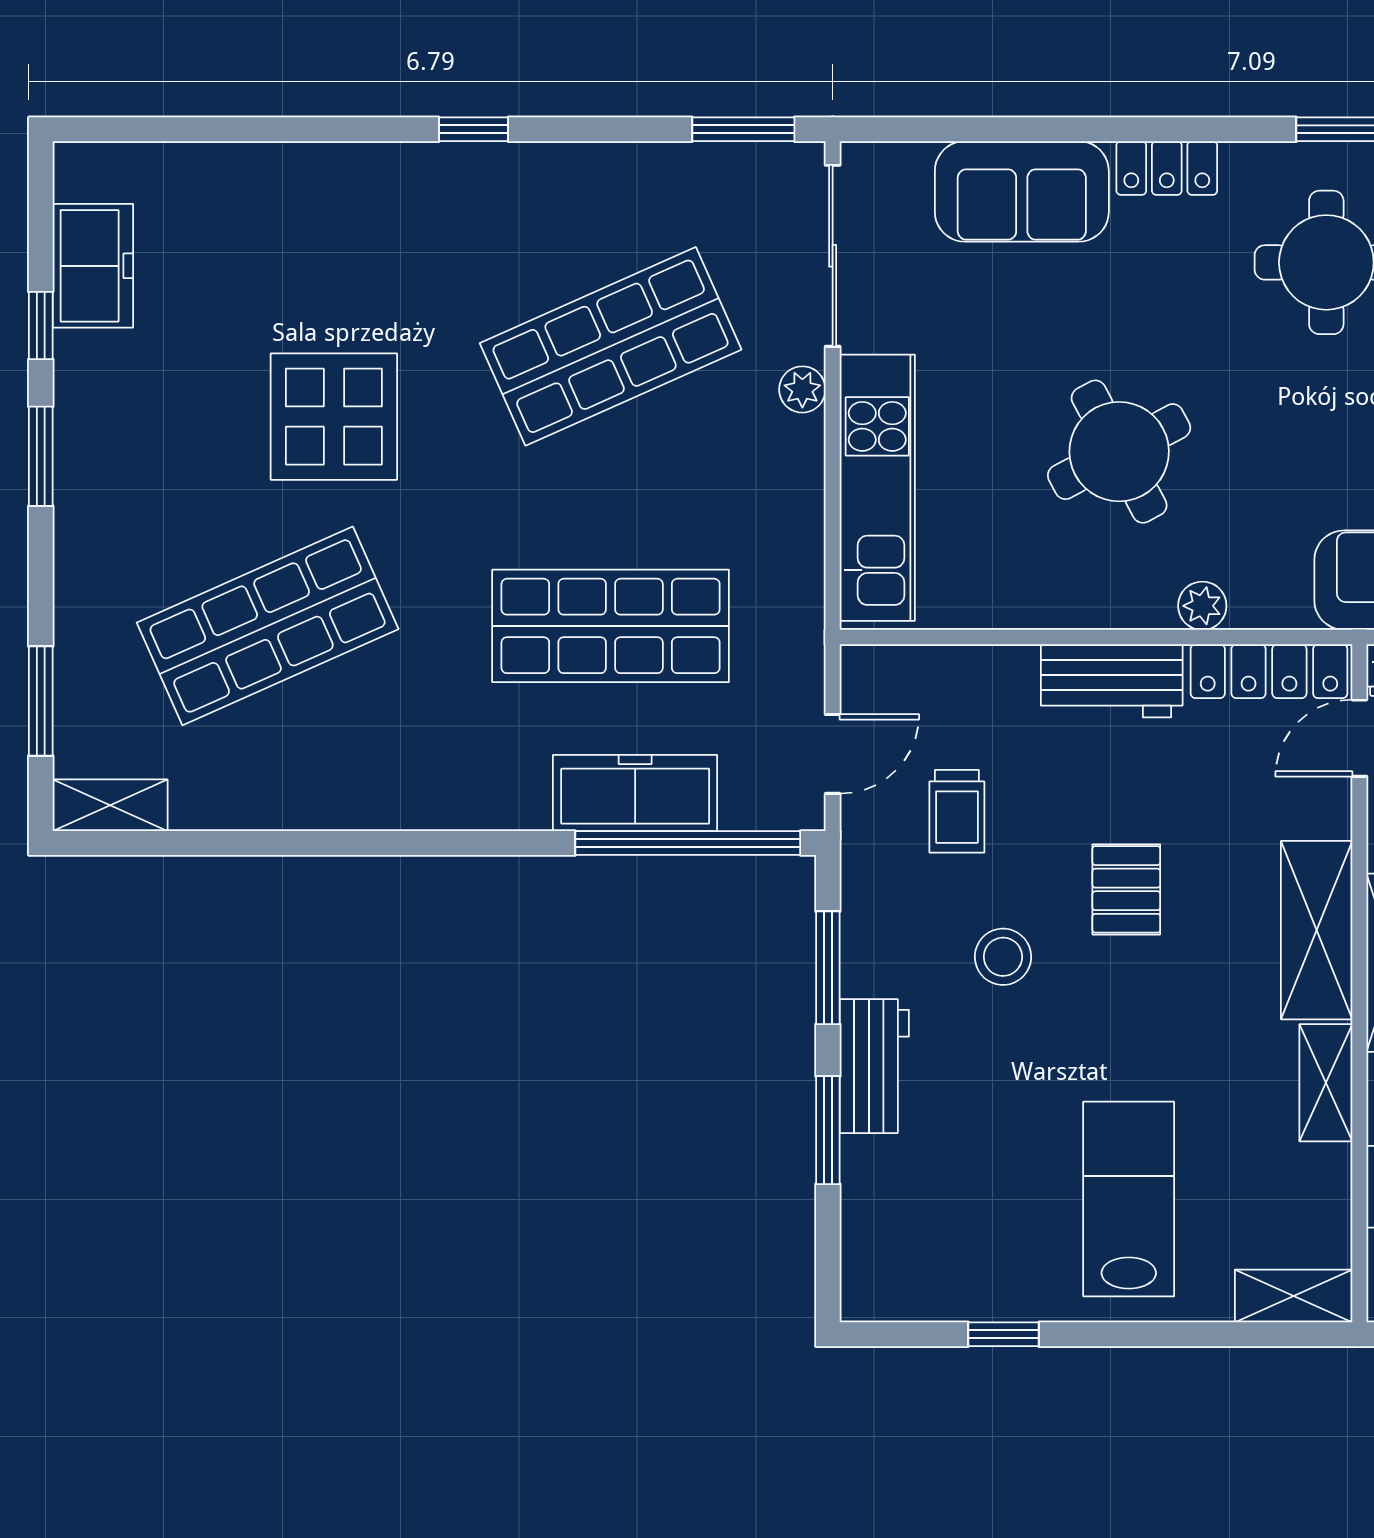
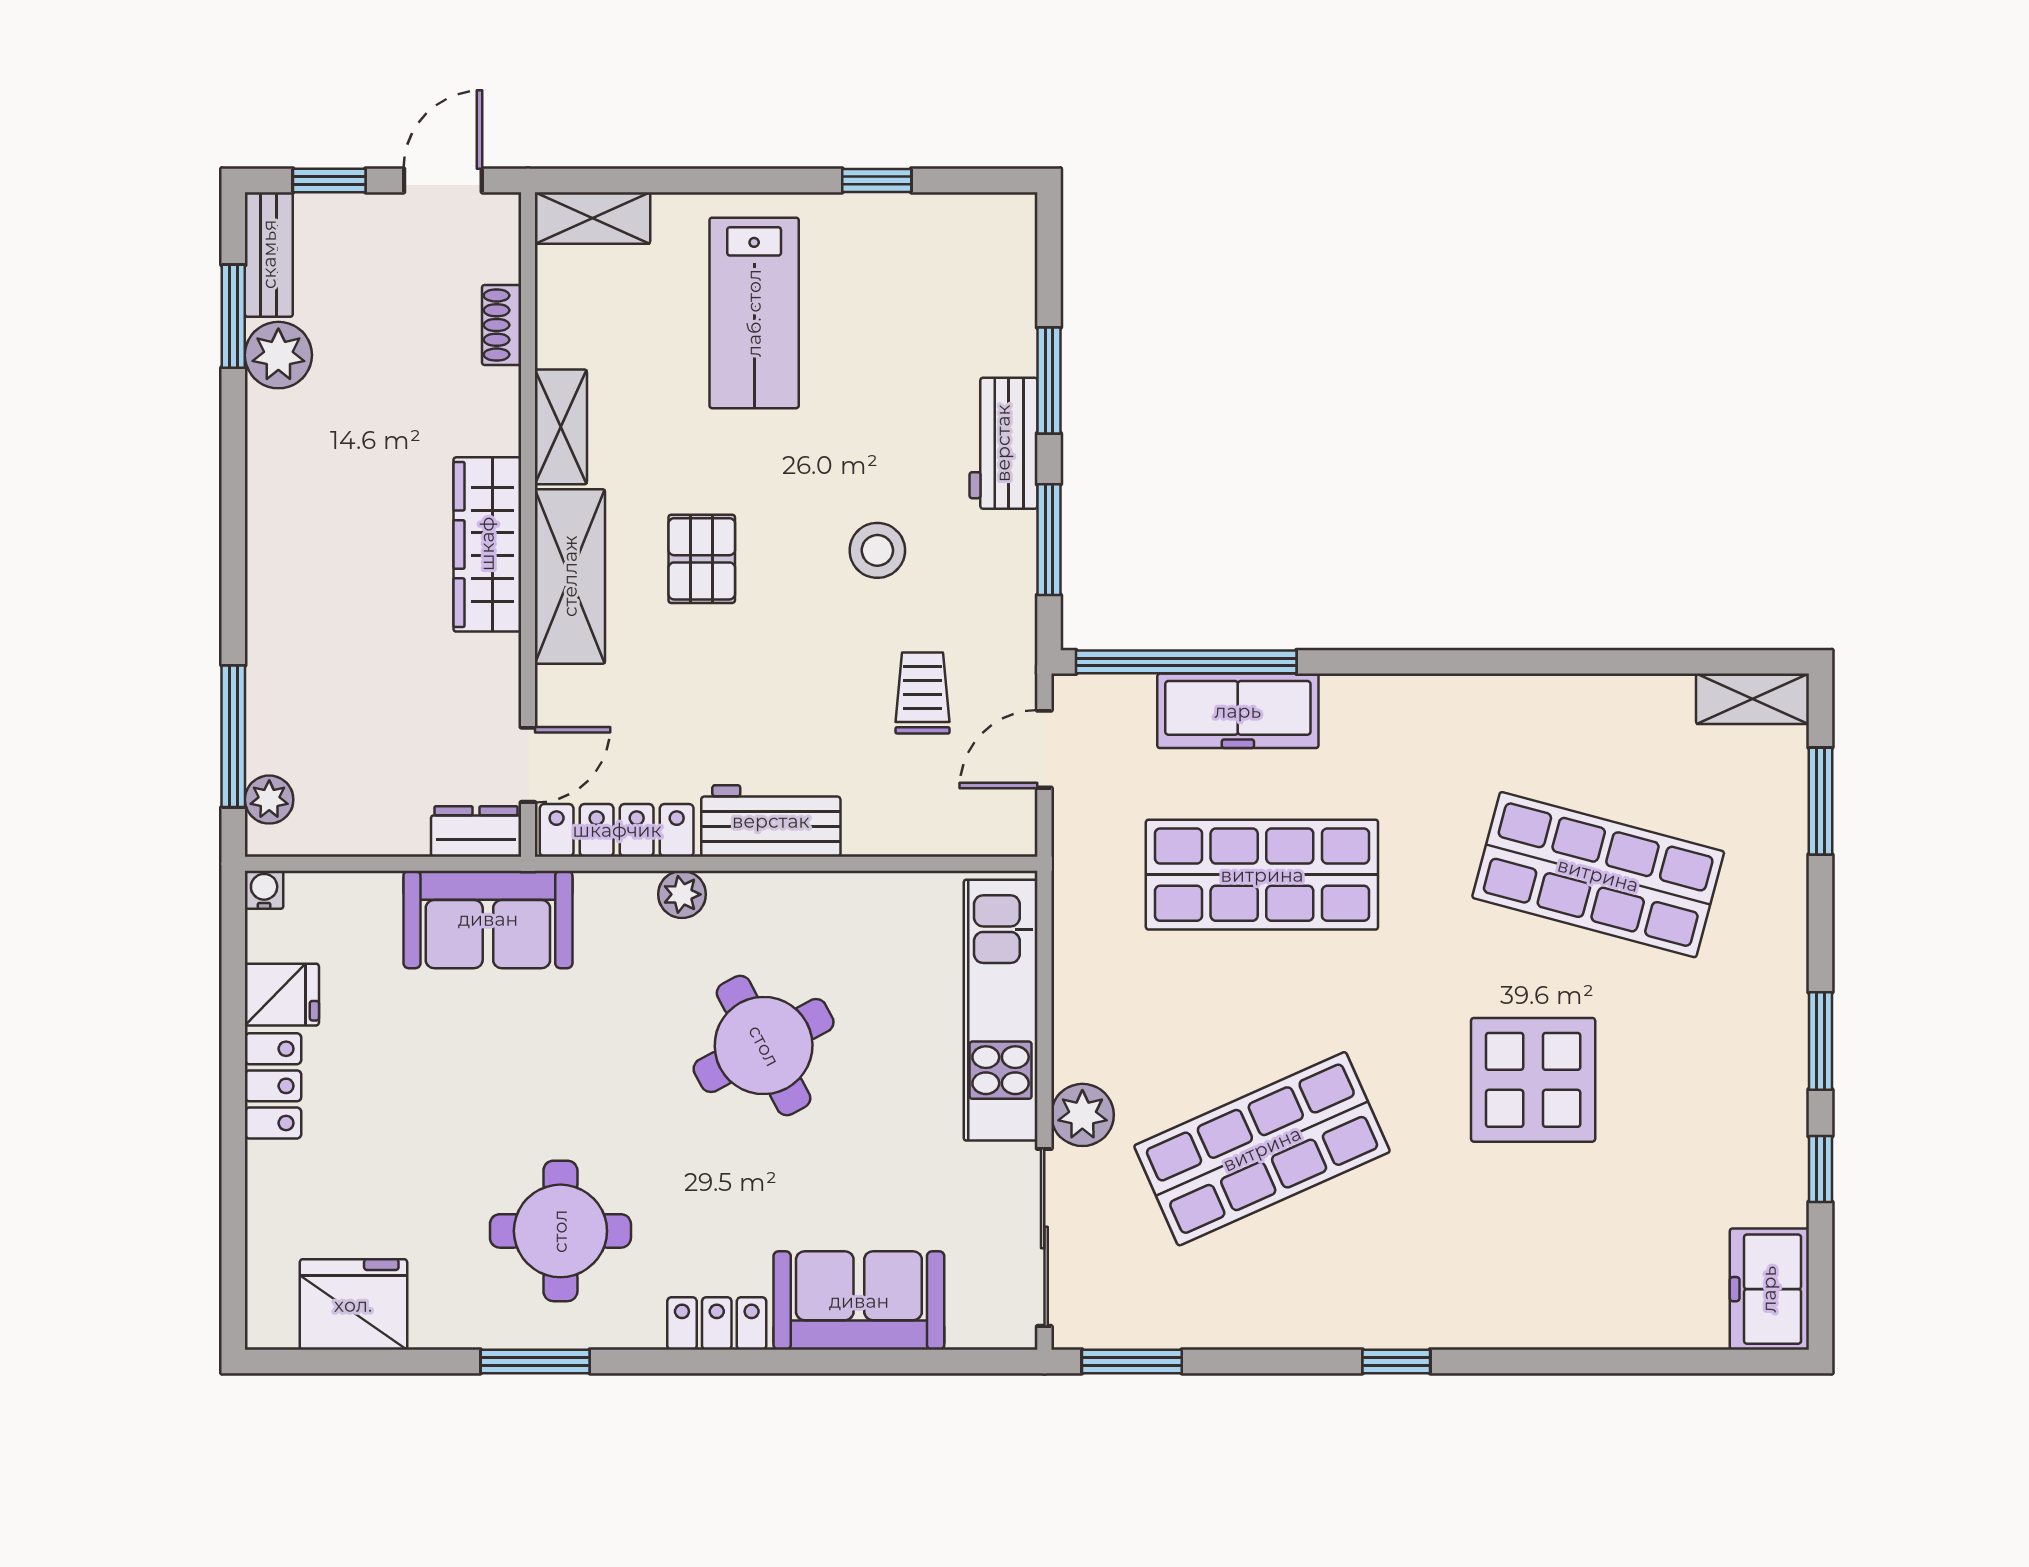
freezer: (93, 266) -> (1769, 1289), moved
plant: (802, 389) -> (1082, 1115), width x1.38, depth x1.38
shop shelf: (268, 626) -> (1598, 875), turned 39
pallet: (1126, 889) -> (702, 559), moved

